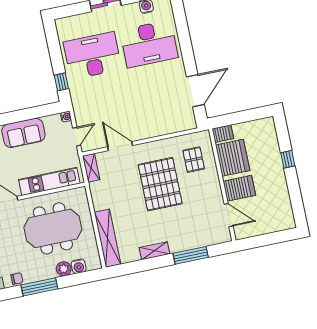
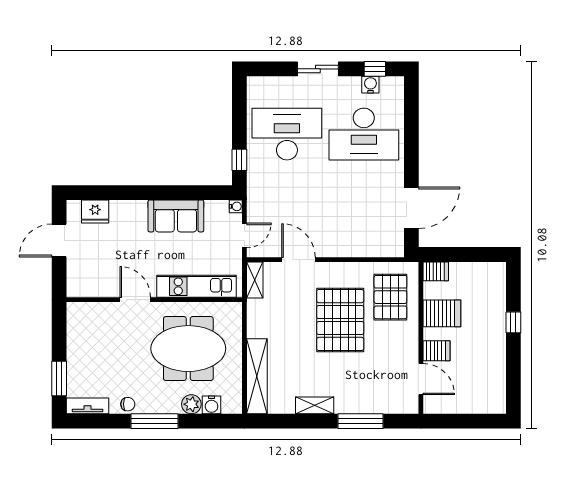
server rack: (233, 158) -> (442, 313), width x0.63
pallet: (194, 160) -> (390, 297), width x1.50, depth x1.42
server rack: (239, 188) -> (437, 351), width x0.73, depth x0.70

